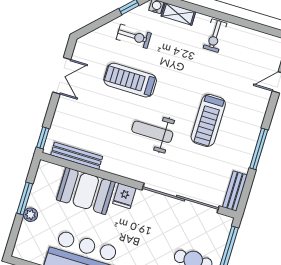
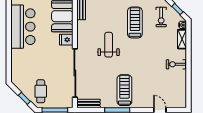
treadmill: (208, 120) -> (124, 90), moved, turned 90

